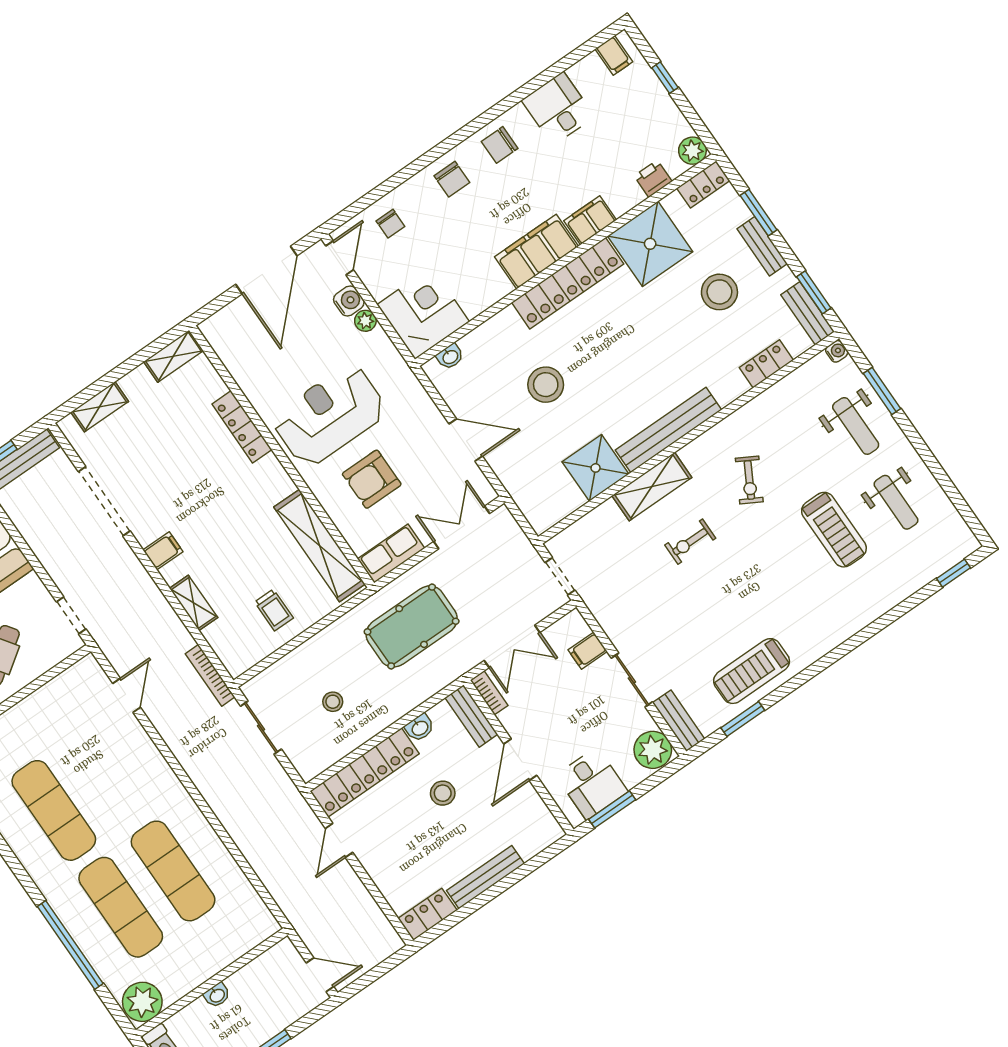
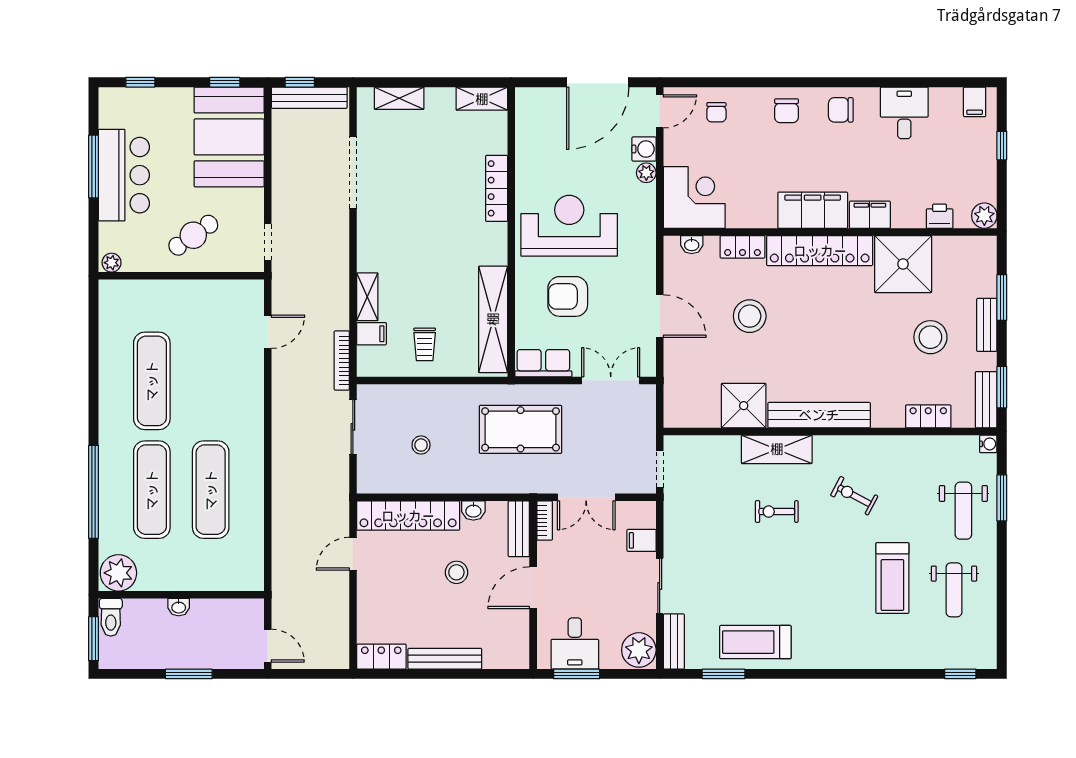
locker: (703, 184) -> (743, 247), moved
exercise bike: (749, 480) -> (854, 496), turned 89
filing cabinet: (163, 551) -> (371, 334), moved

